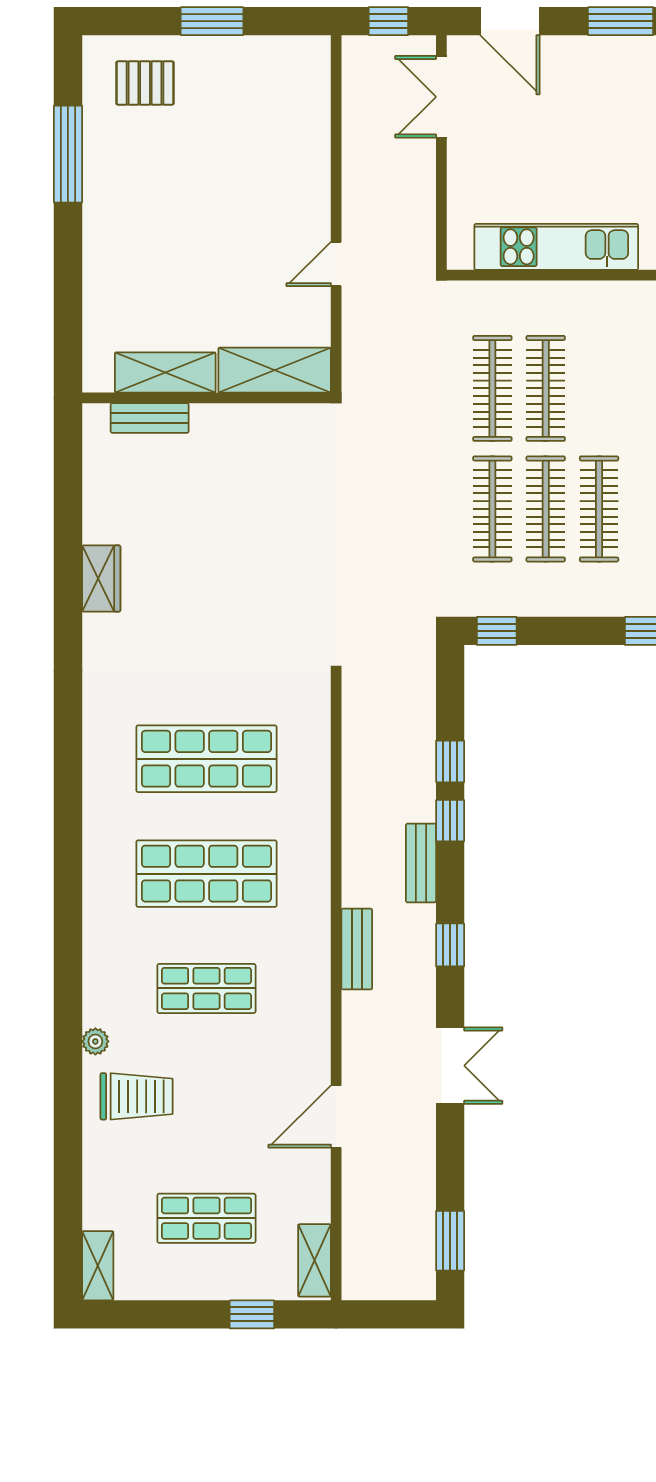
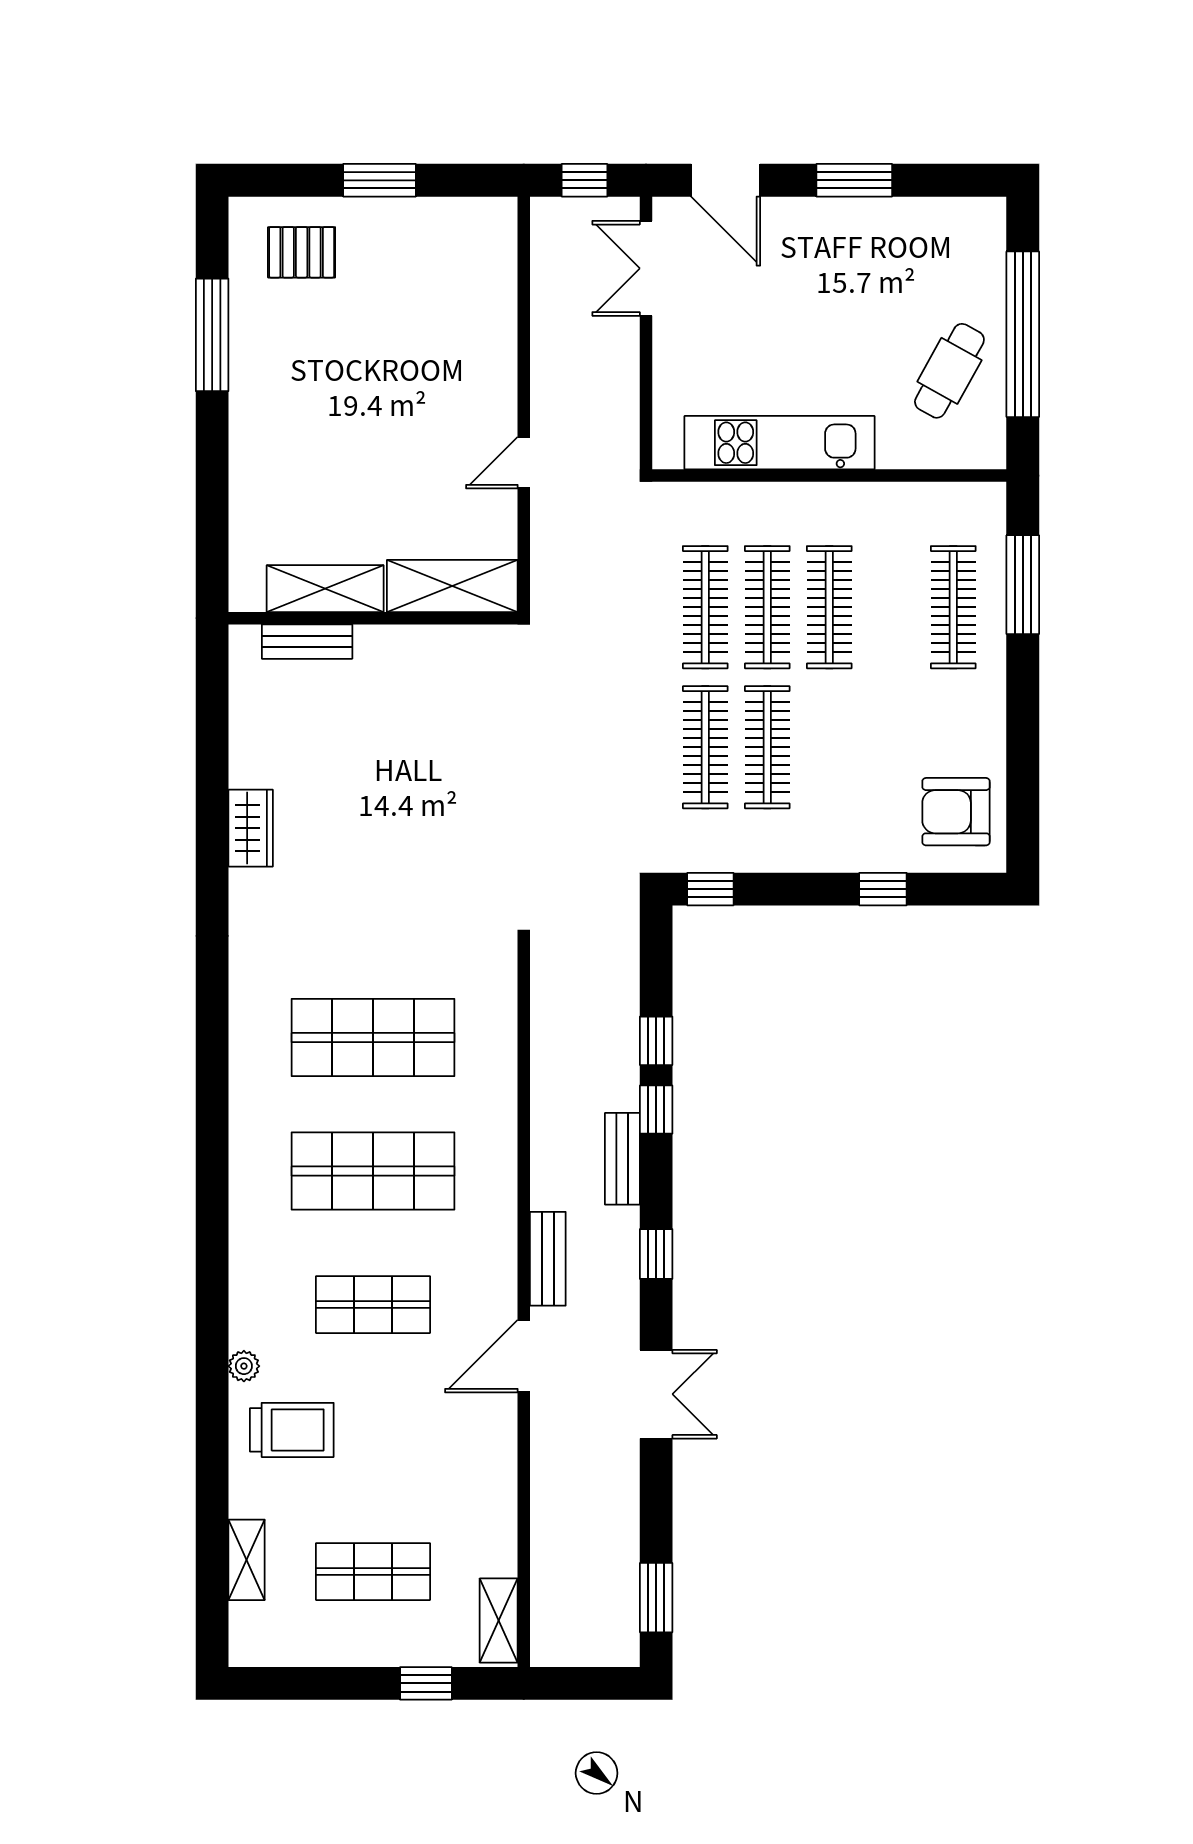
clothes rail: (599, 509) -> (829, 607), moved
door: (336, 1117) -> (524, 1356), moved
shelving: (98, 1266) -> (247, 1560), moved

